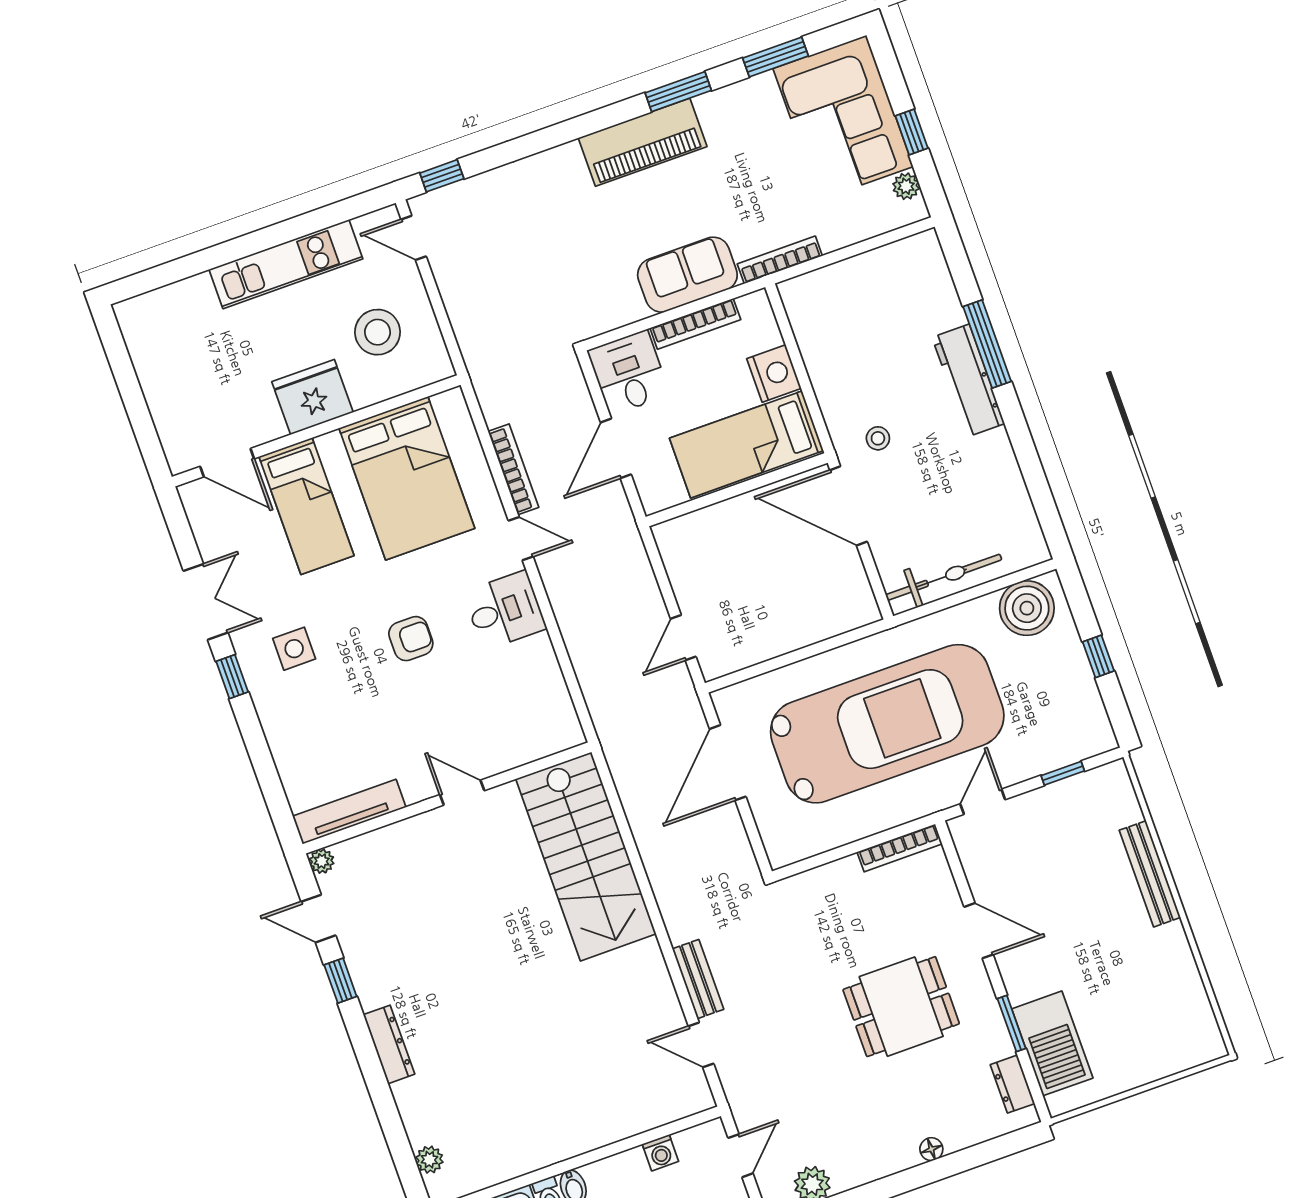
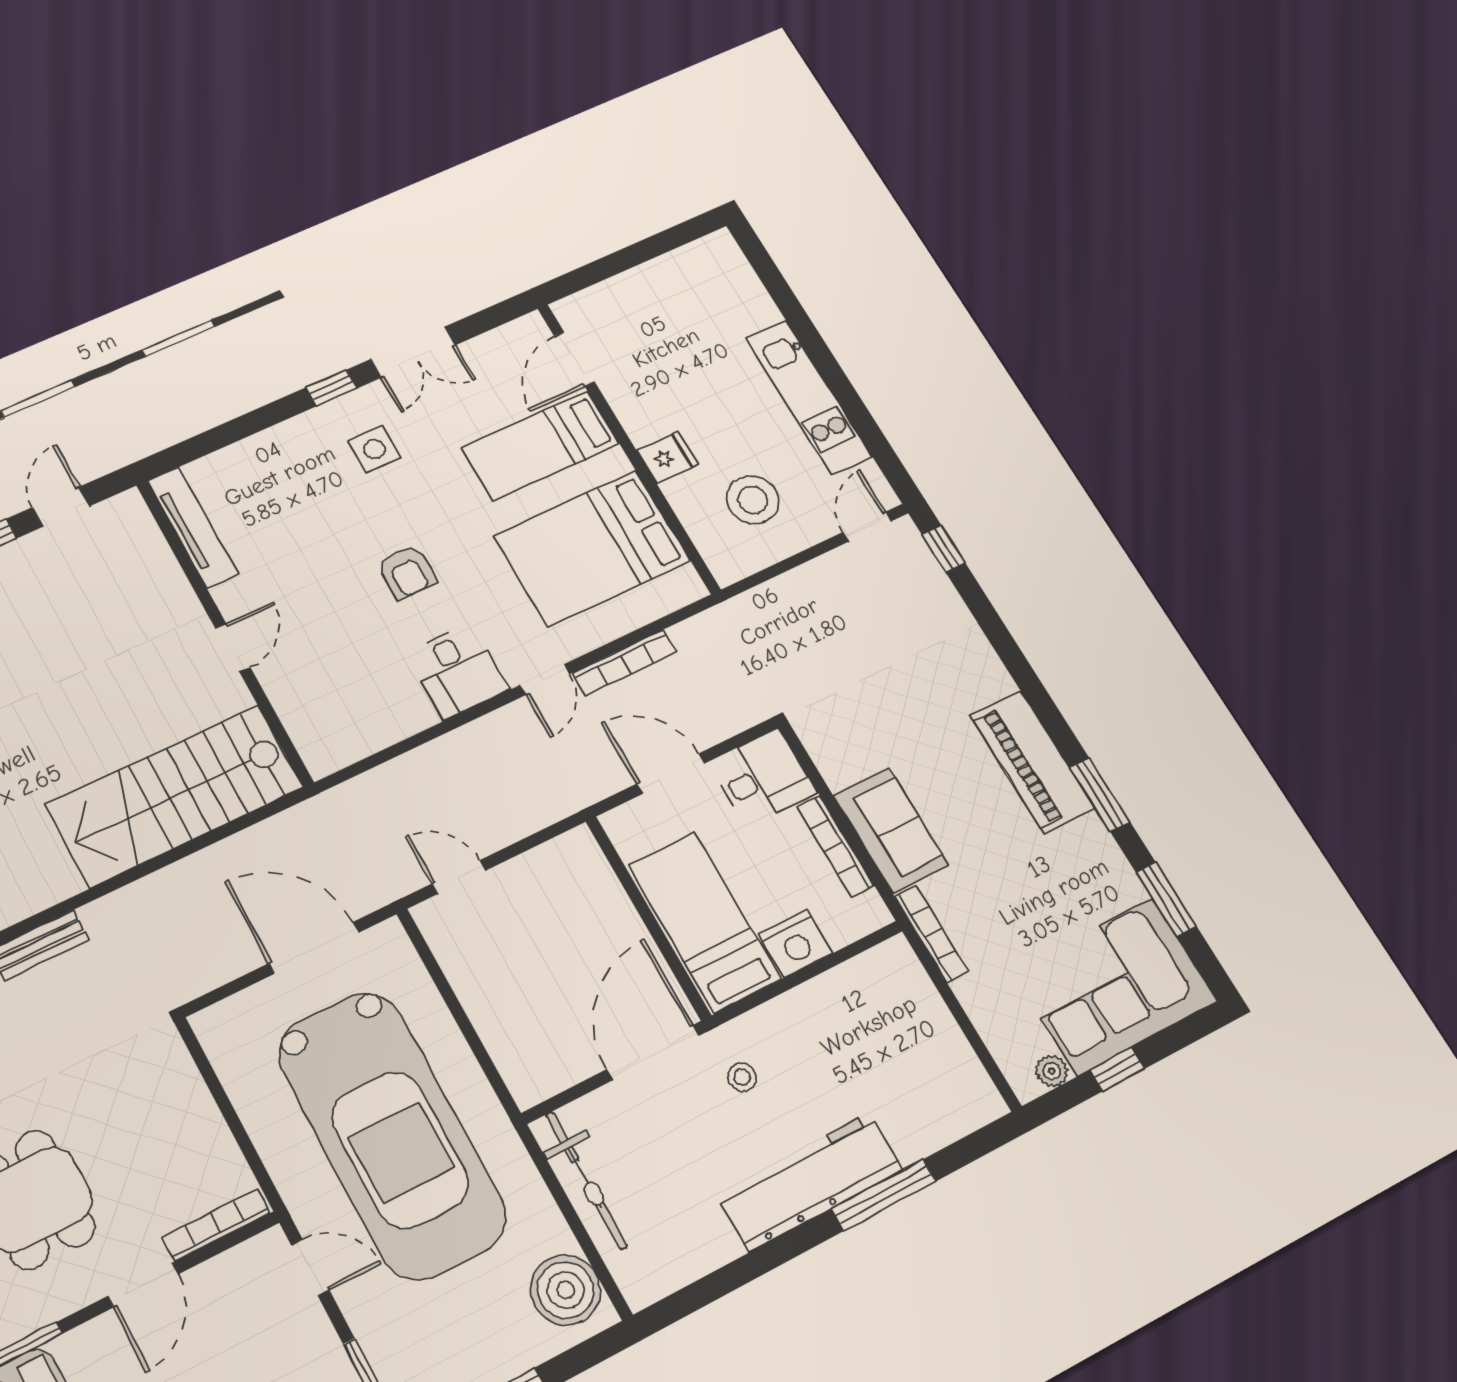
workbench: (968, 380) -> (810, 1182), width x1.36, depth x1.32
fridge: (312, 397) -> (667, 457), width x0.53, depth x0.75
bookcase: (900, 848) -> (216, 1225), moved, turned 90
plant: (322, 861) -> (130, 503), removed

